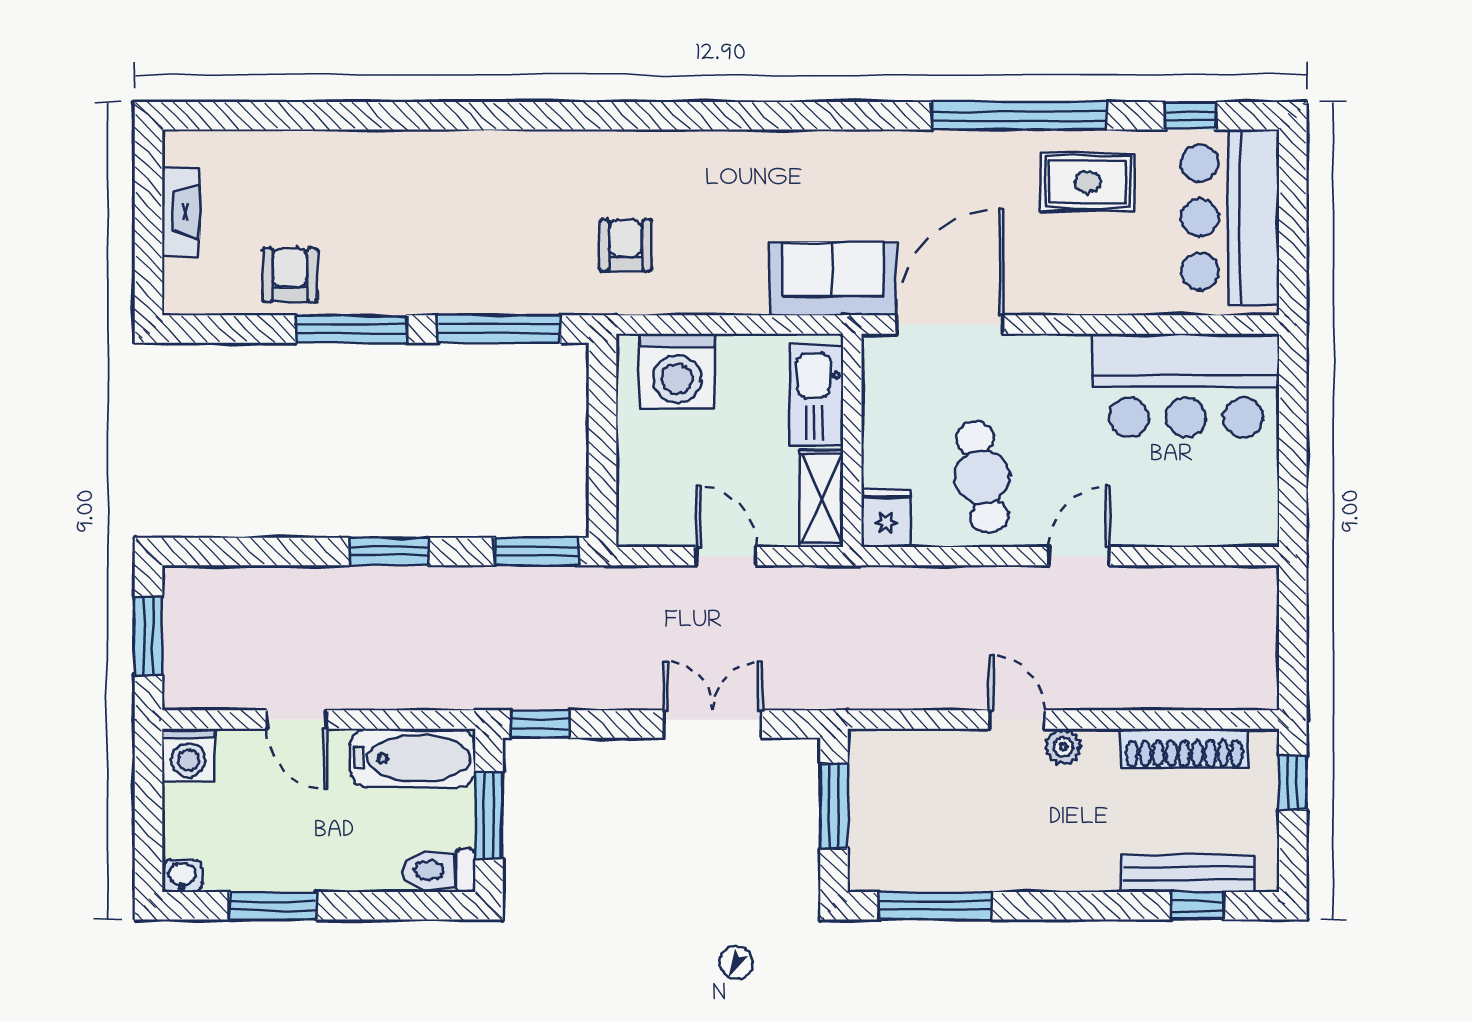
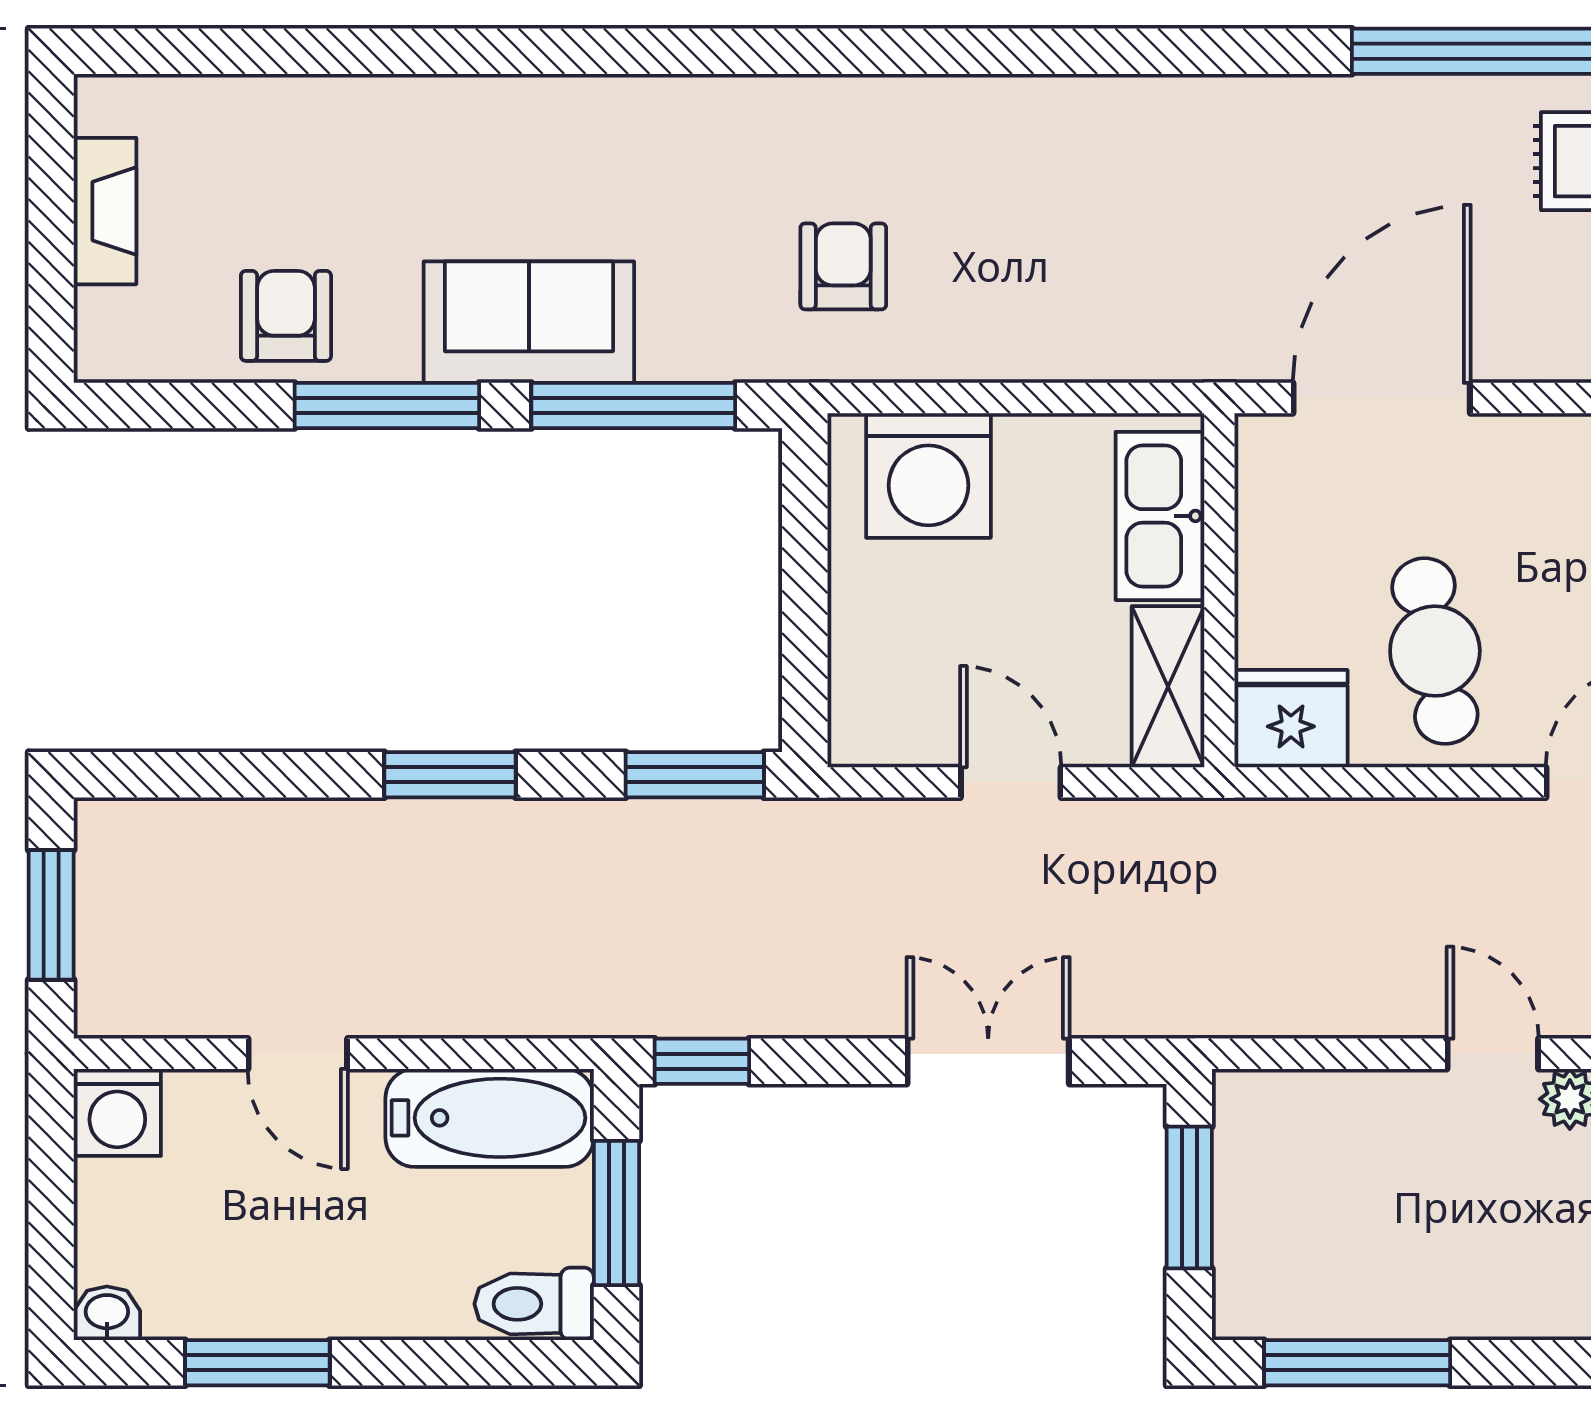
sofa: (833, 279) -> (529, 322), moved
fridge: (886, 518) -> (1291, 719), width x1.38

